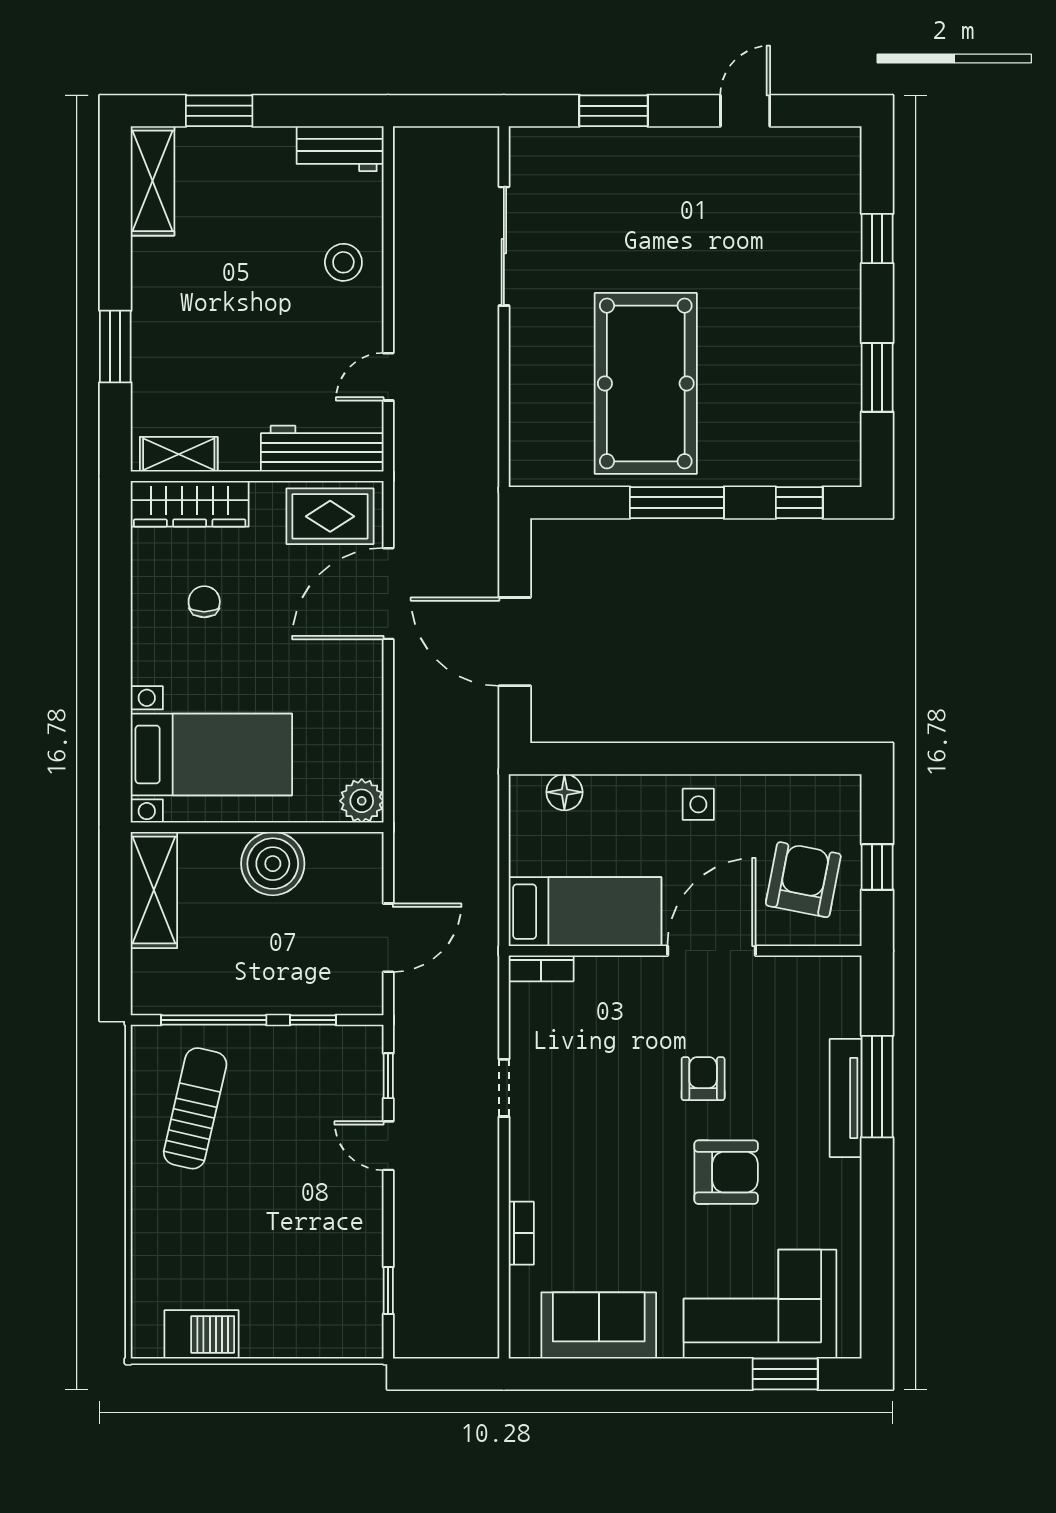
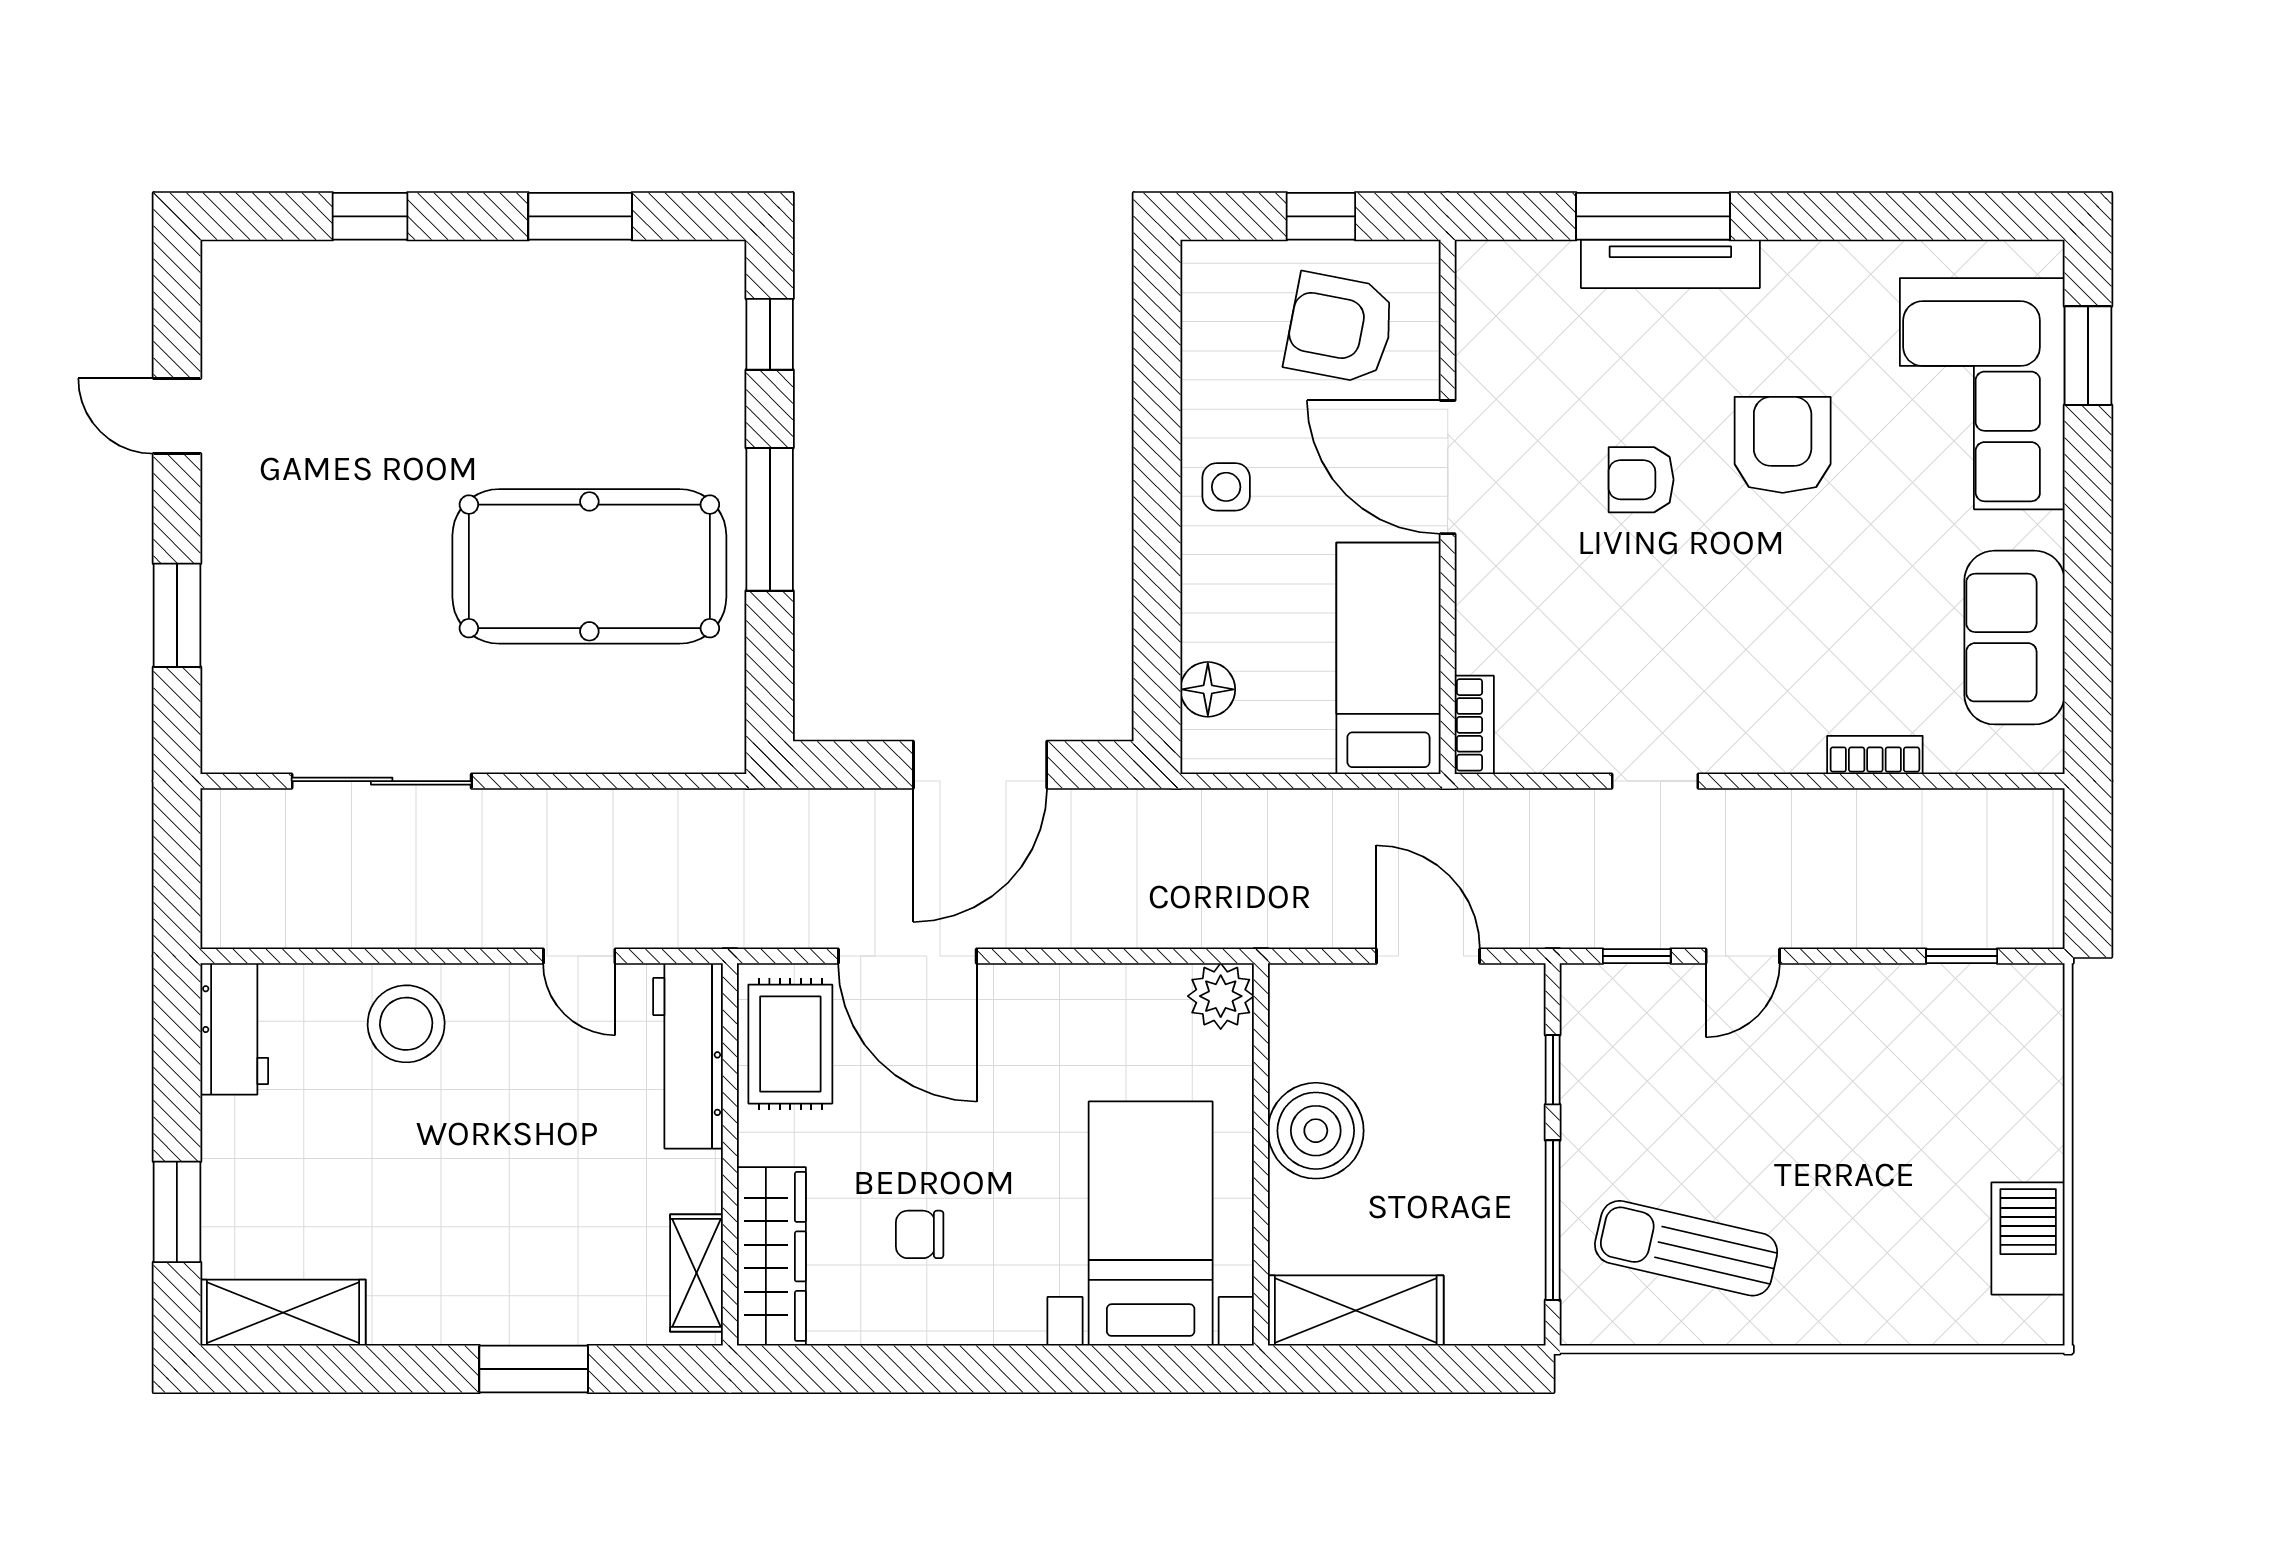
stool: (343, 262) -> (406, 1024), width x1.38, depth x1.38

